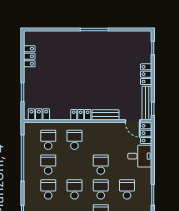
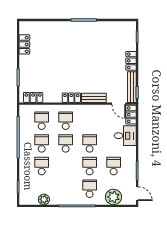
school desk: (74, 189) -> (66, 143), moved

